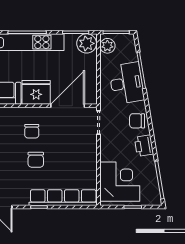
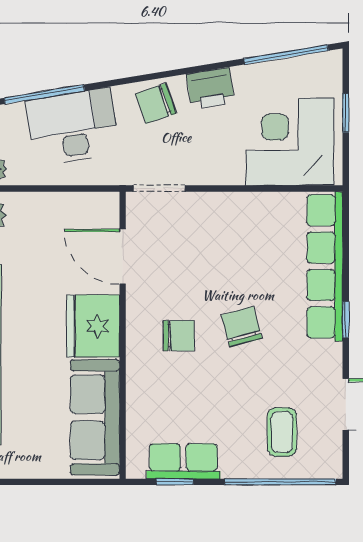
door: (68, 106) -> (123, 257), width x0.73
chair: (137, 121) -> (156, 104), turned 71
chair: (36, 160) -> (242, 327), turned -105

